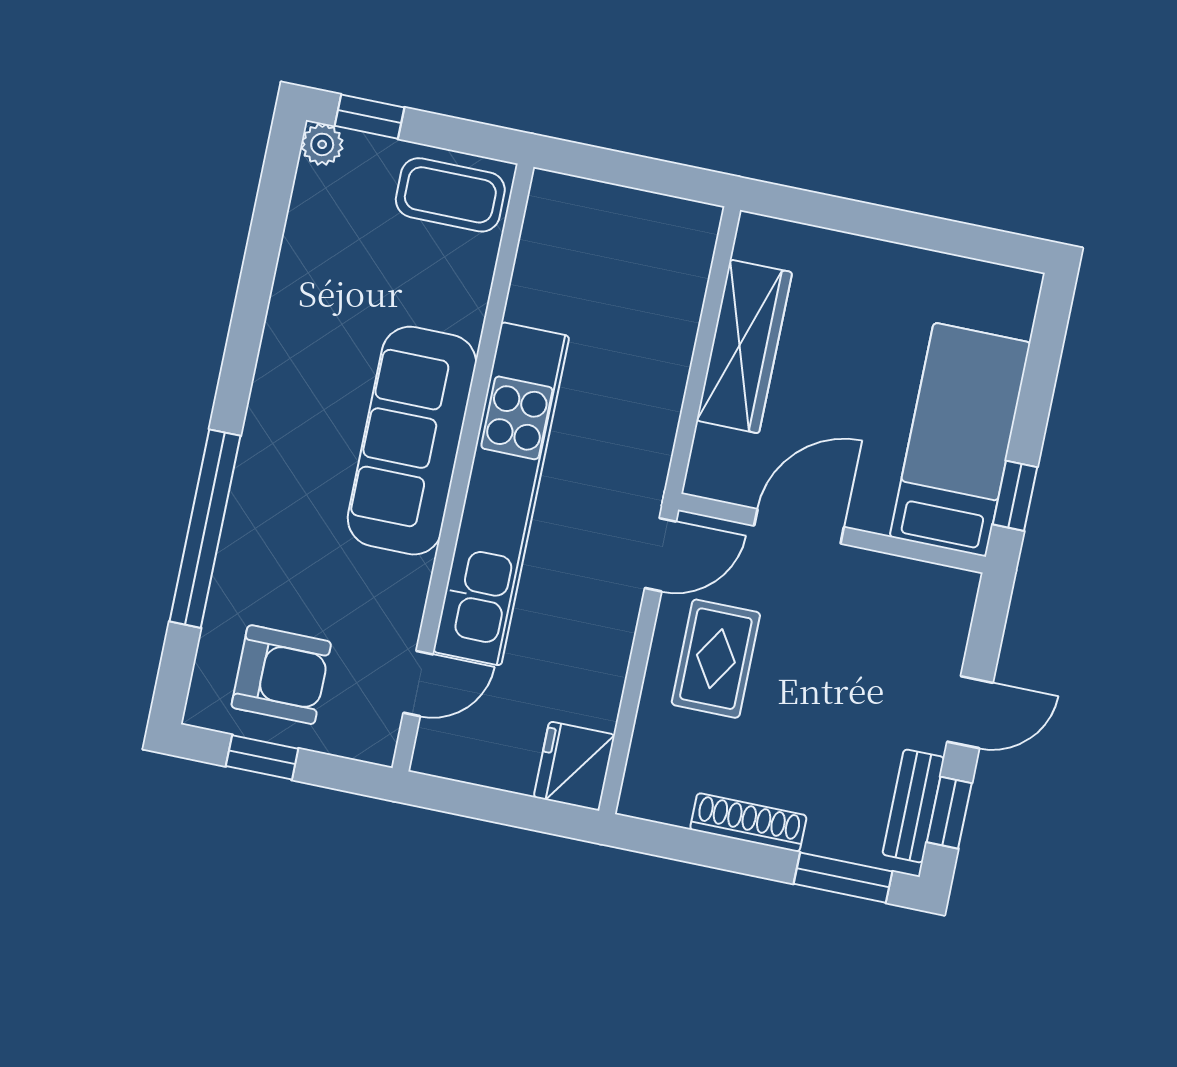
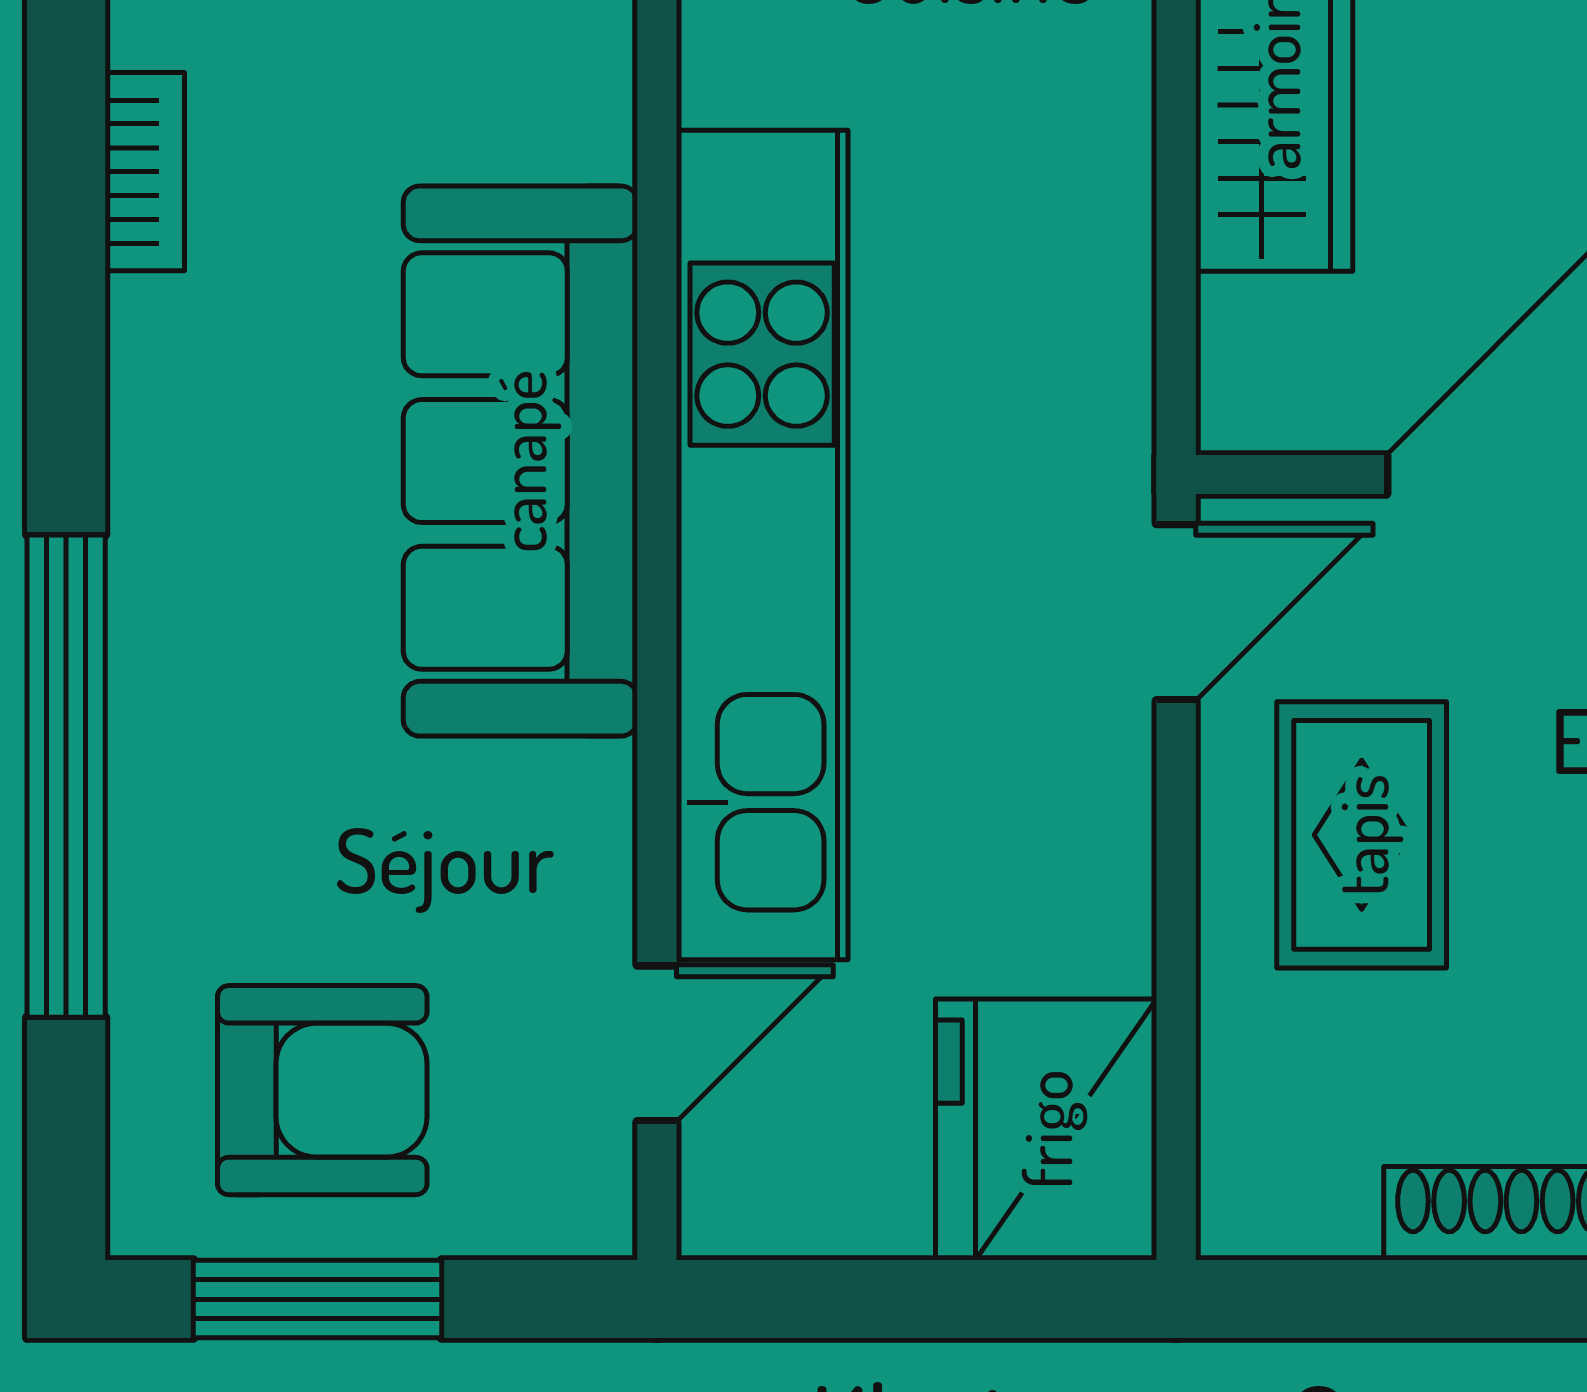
bookcase: (286, 294) -> (145, 172), added
window: (262, 757) -> (317, 1299), width x1.50
fridge: (574, 766) -> (1046, 1129), width x1.36, depth x1.34

